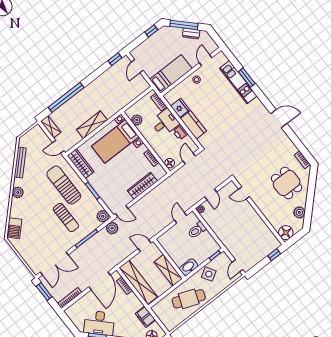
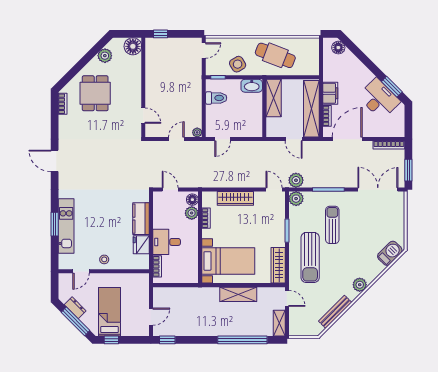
bed: (171, 74) -> (109, 312), moved, turned 90
plant: (137, 120) -> (192, 213), moved
printer: (180, 132) -> (159, 221), removed
door: (189, 158) -> (170, 189), swing flipped
toilet: (197, 230) -> (216, 98), moved
door: (145, 246) -> (294, 139), moved
filing cabinet: (145, 317) -> (330, 93), moved

